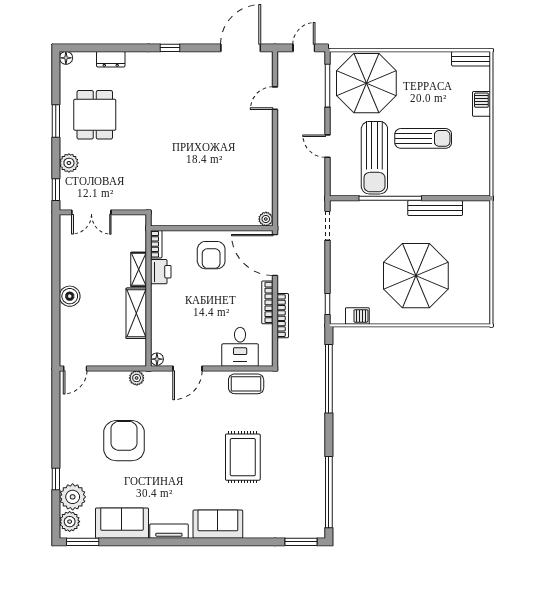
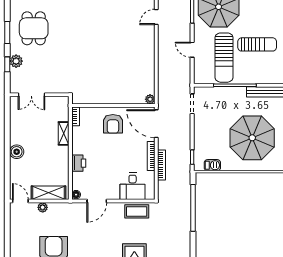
window: (56, 190) -> (7, 64), moved
printer: (161, 272) -> (79, 163), moved
shelving: (136, 313) -> (48, 193), moved, turned 90
door: (75, 369) -> (20, 201), swing flipped
plant: (137, 378) -> (43, 207), moved

